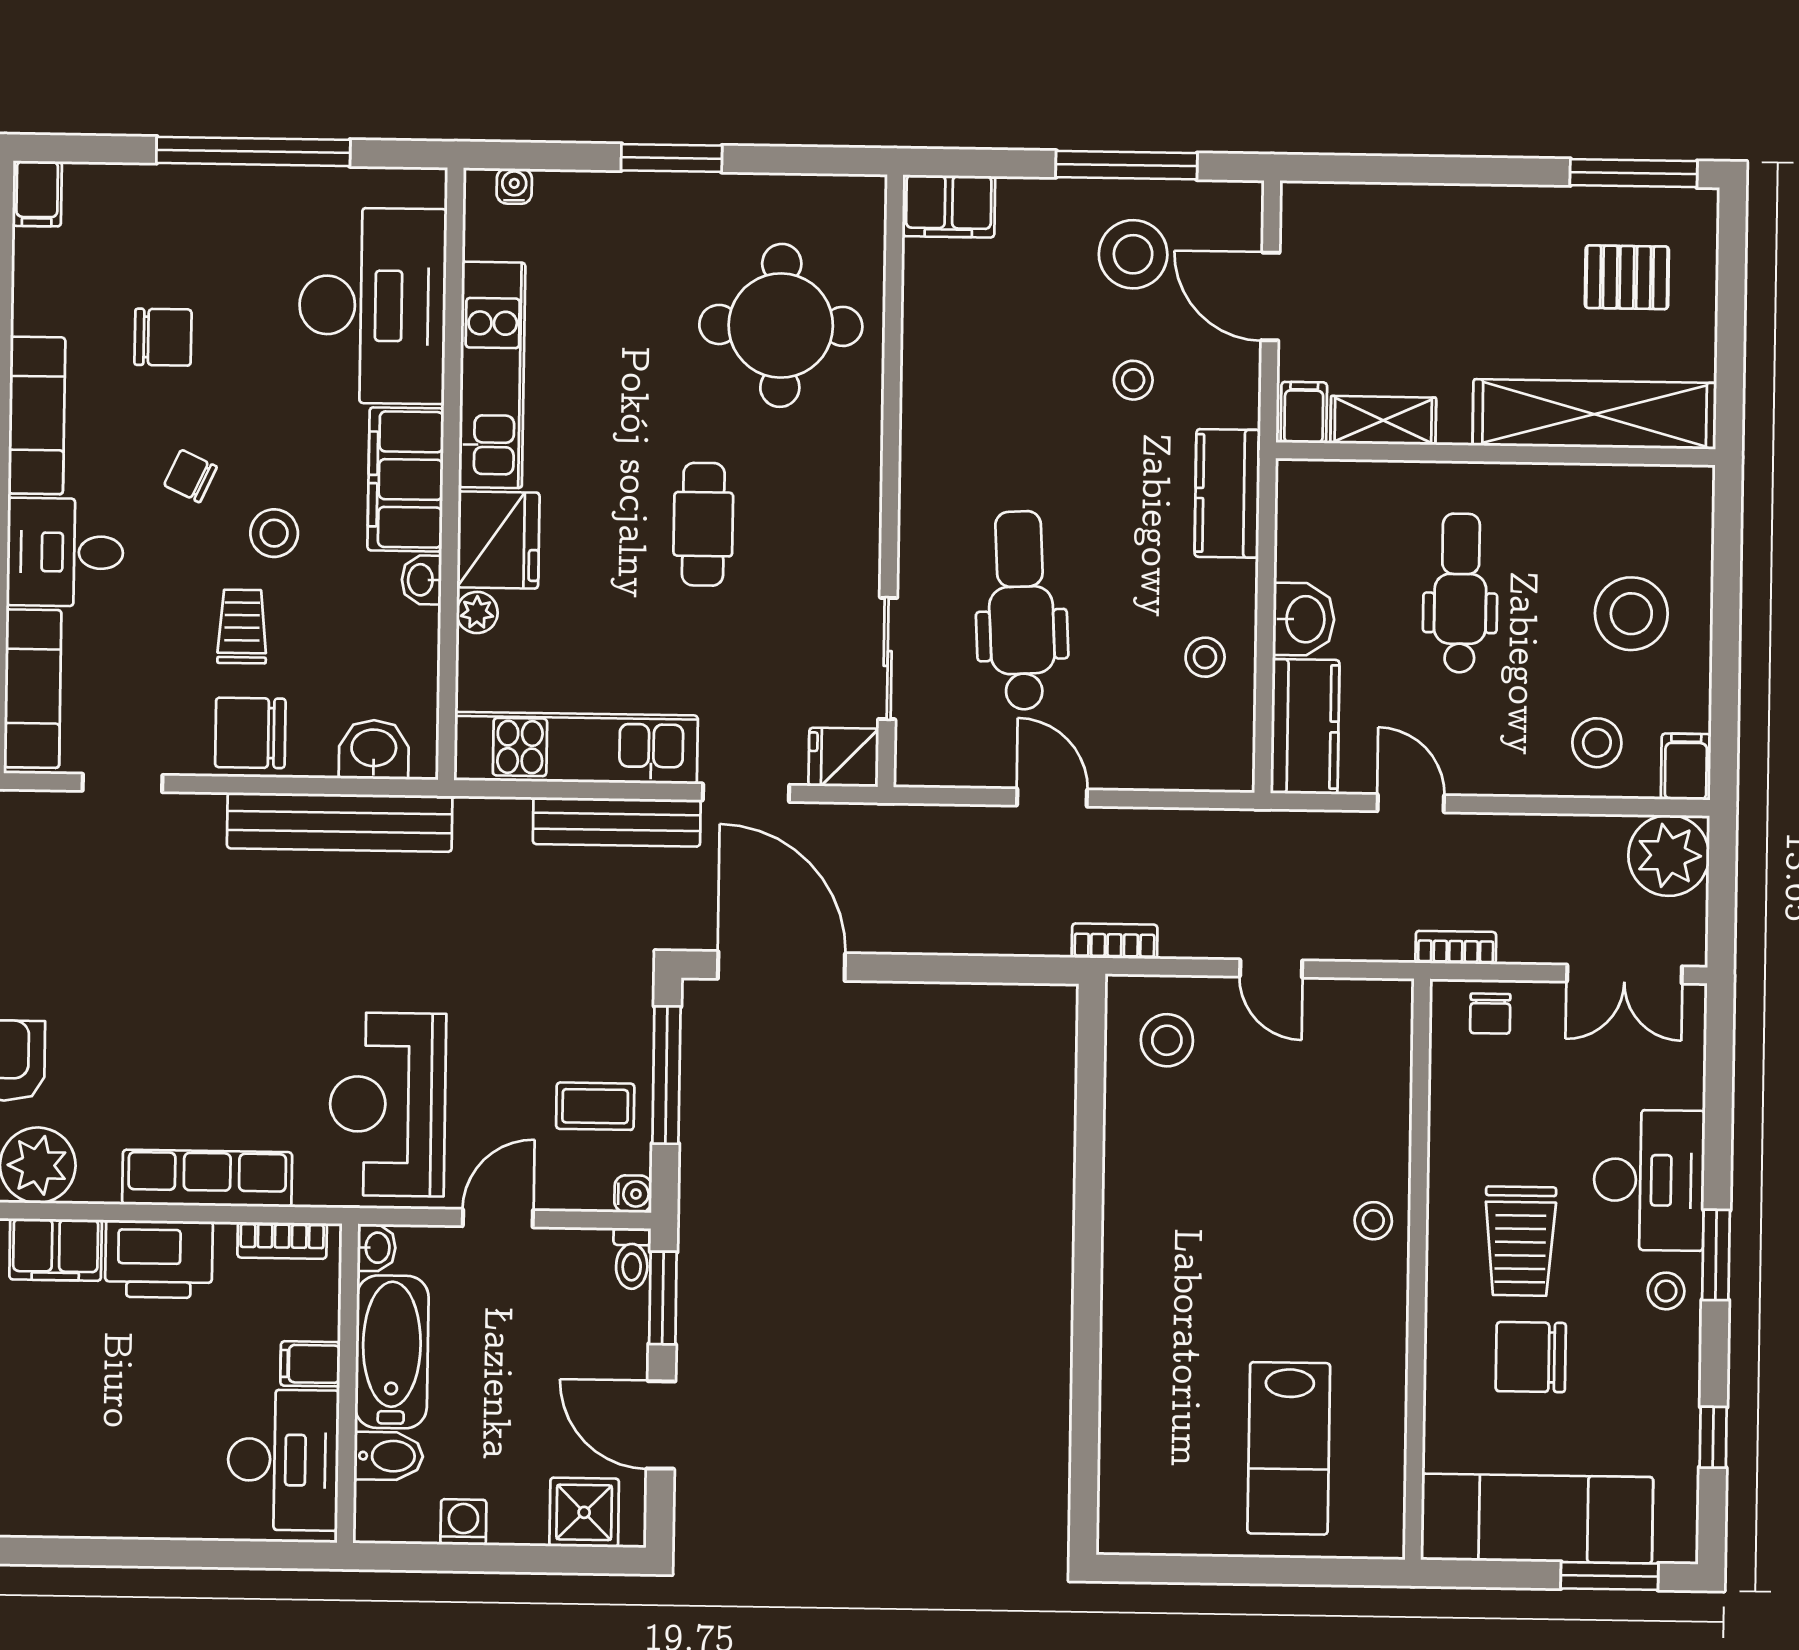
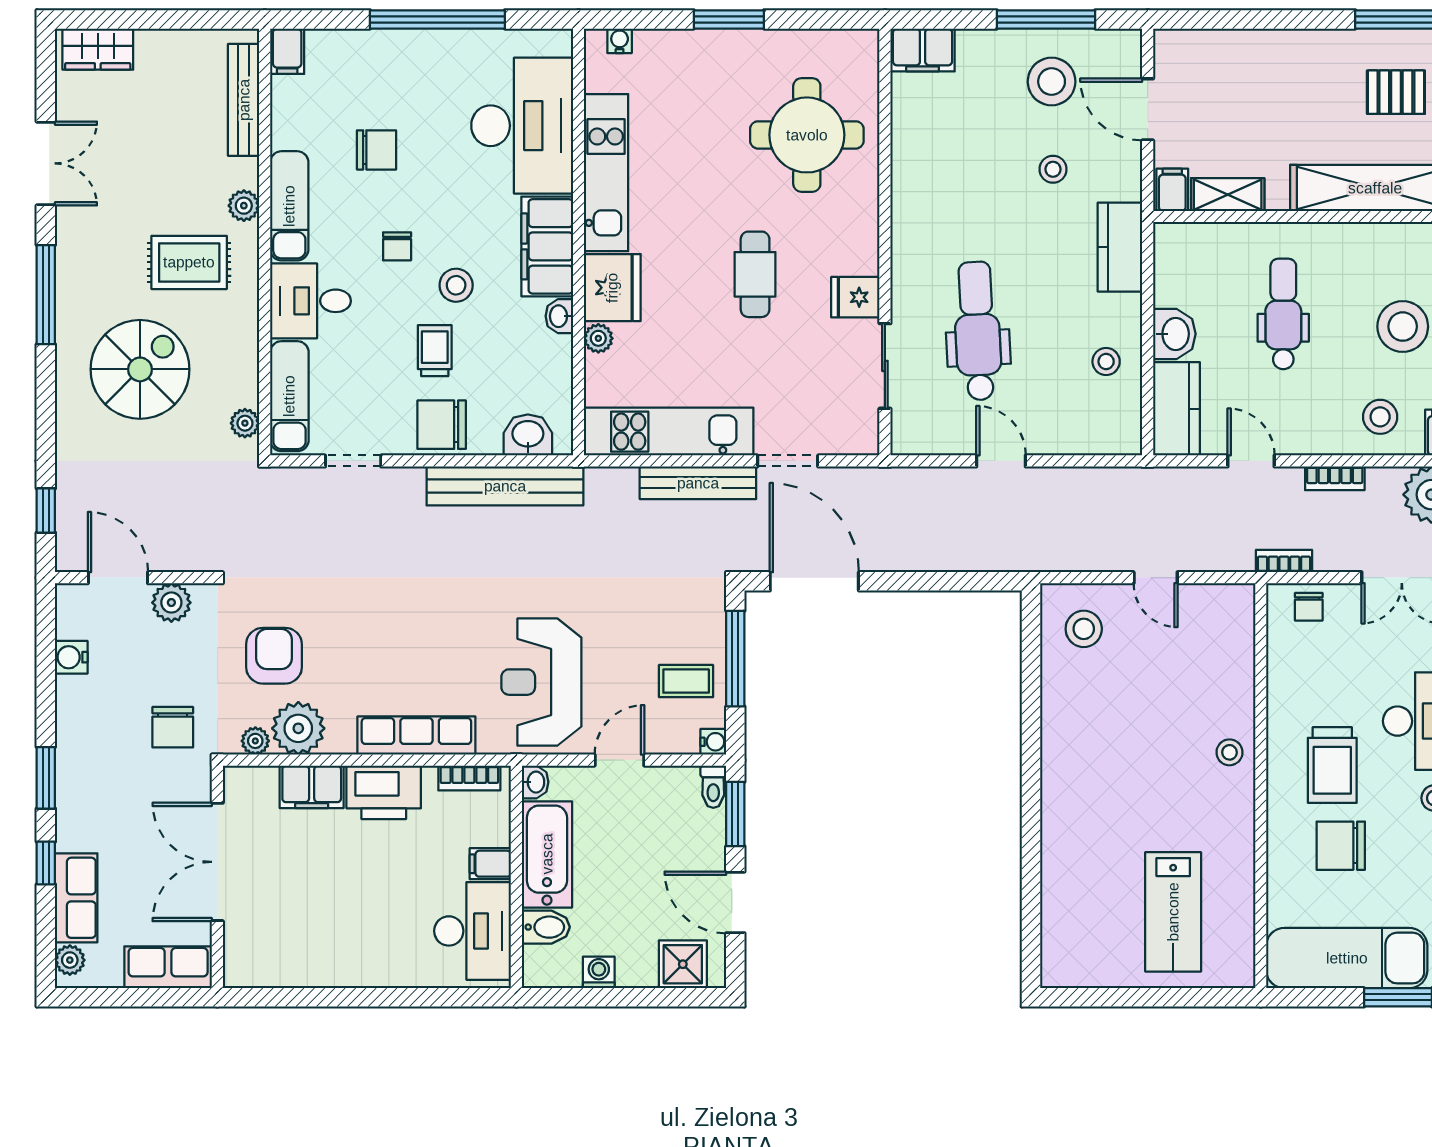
chair: (190, 476) -> (397, 246), turned -115
fridge: (844, 757) -> (855, 297), moved
bookcase: (1115, 941) -> (1335, 478), moved, turned 180

